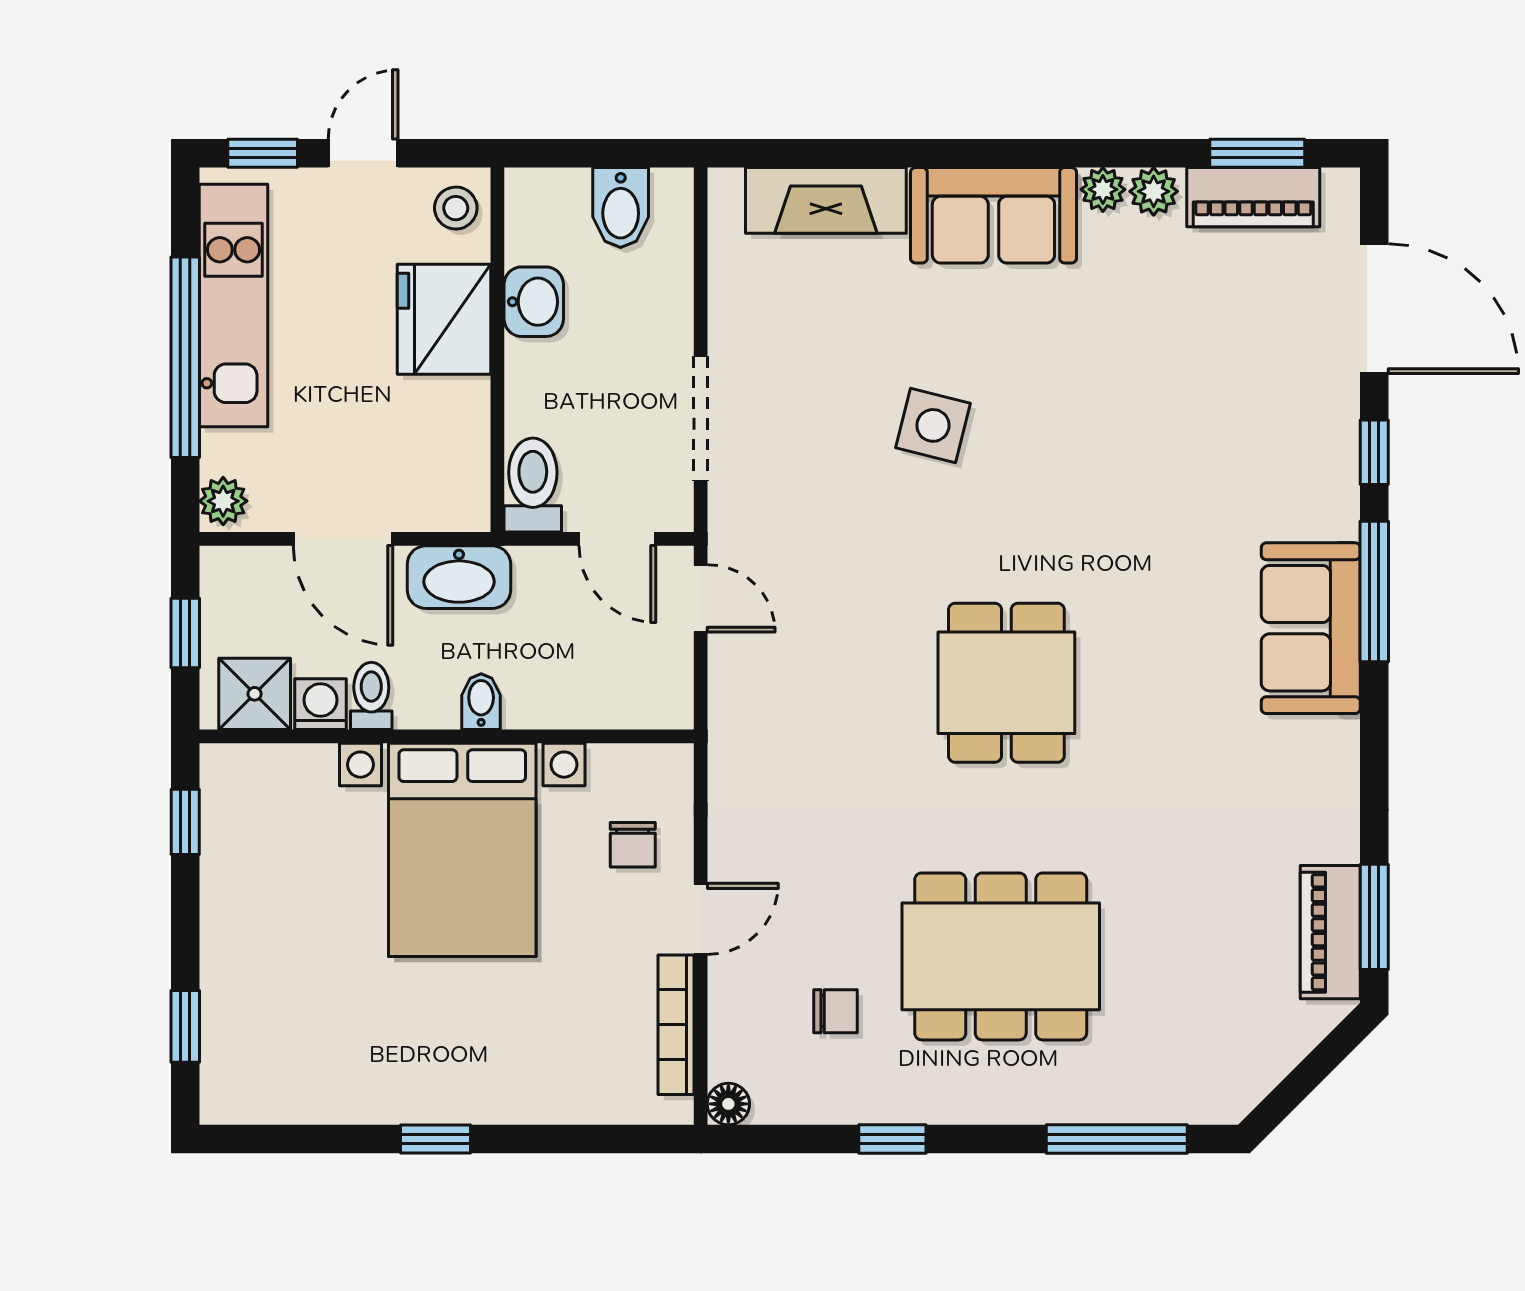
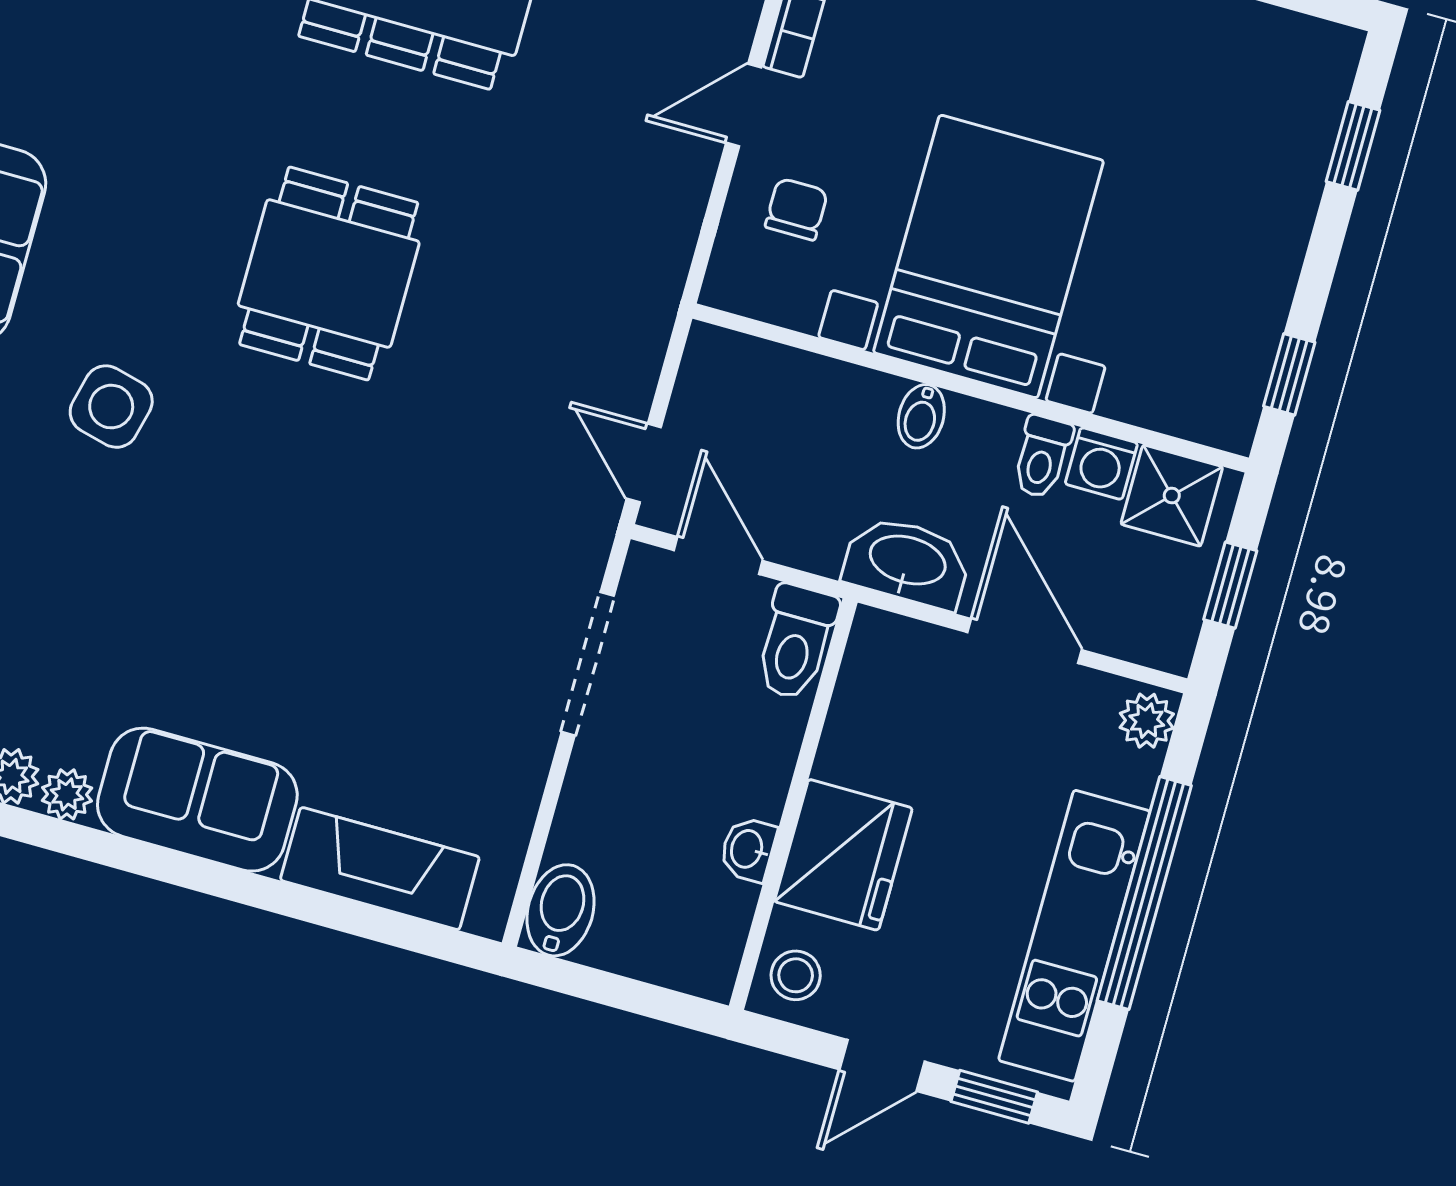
bidet: (621, 208) -> (561, 910), moved
washbasin: (534, 302) -> (748, 849), width x0.72, depth x0.69
side table: (933, 425) -> (111, 407), moved

